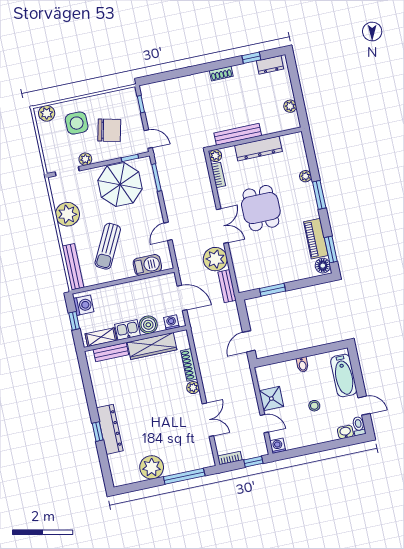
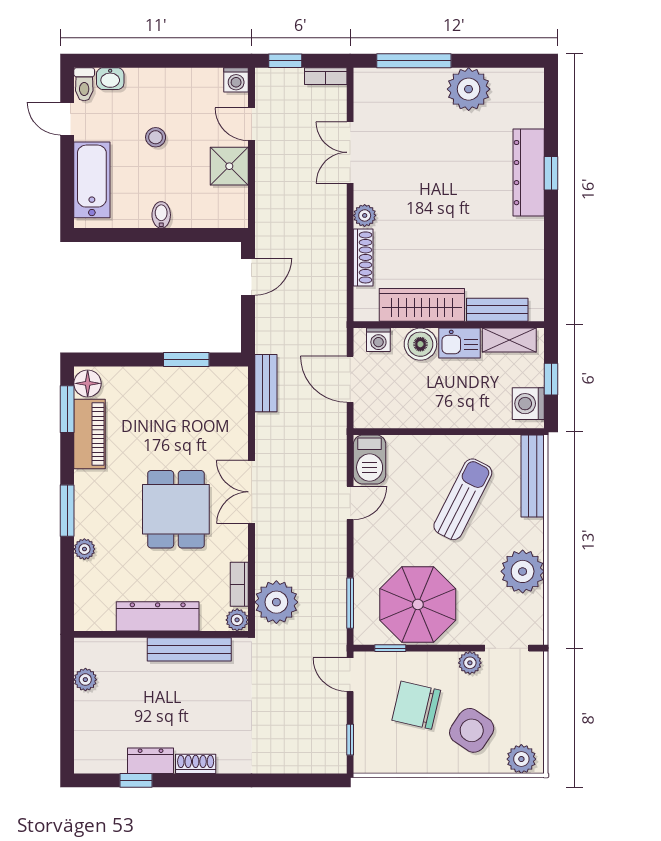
dresser: (270, 65) -> (151, 761), moved
side table: (77, 123) -> (472, 730), turned 34
plant: (215, 259) -> (276, 602), moved
barbecue: (147, 265) -> (370, 460), moved, turned -90

